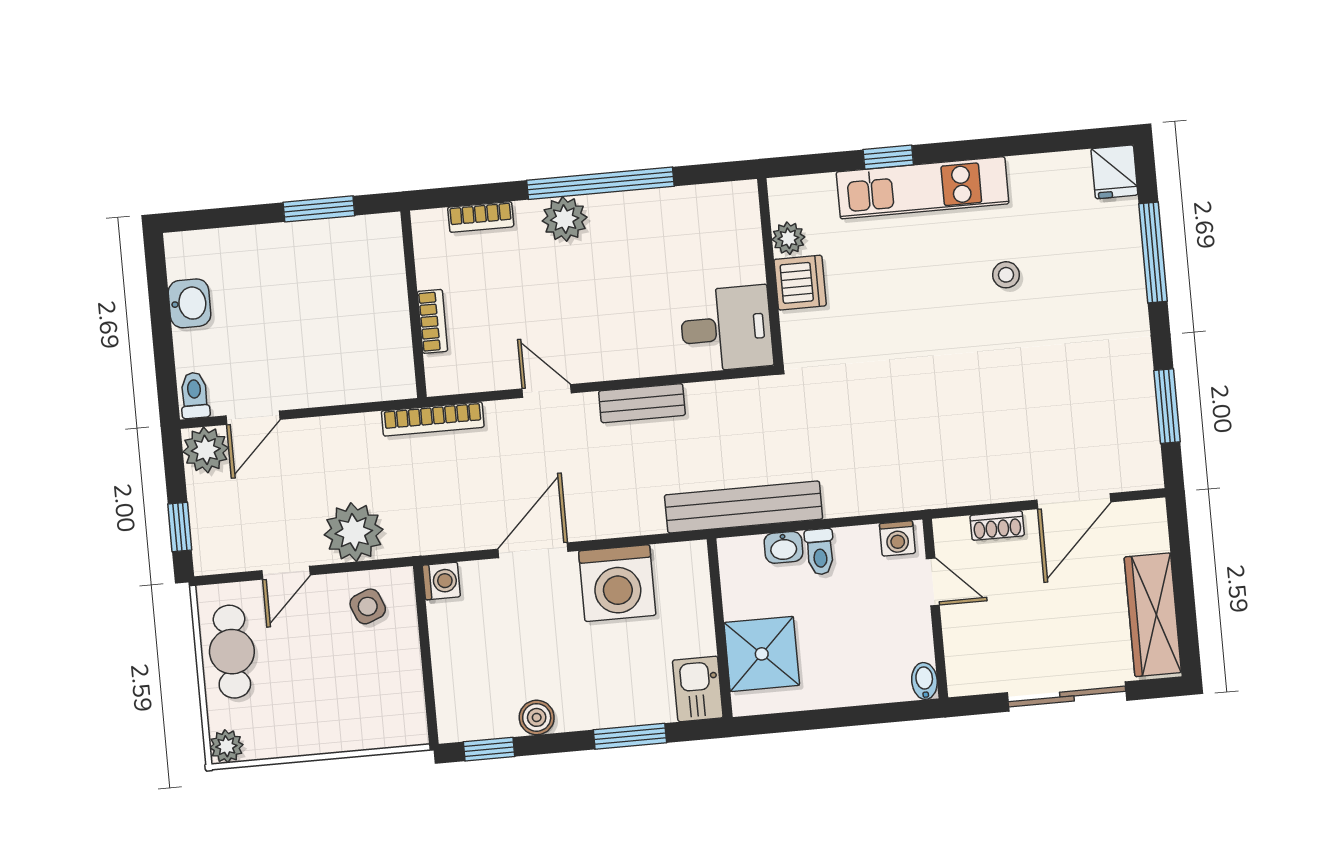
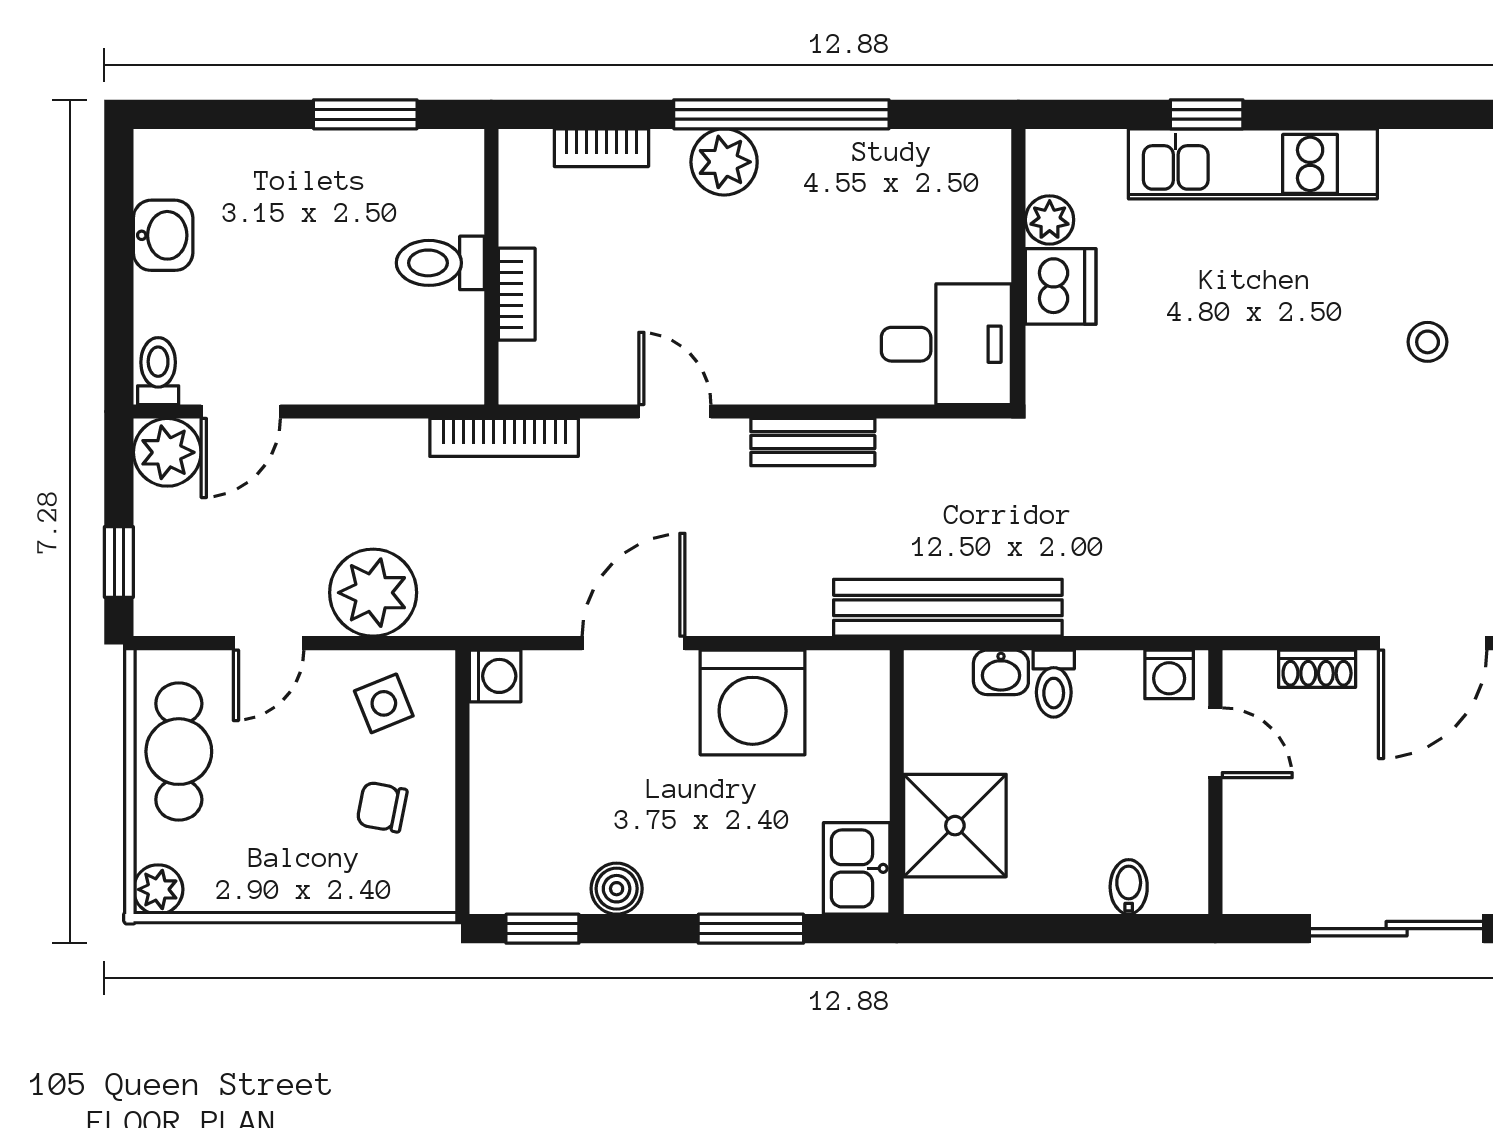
stool: (1006, 275) -> (1428, 342), moved
toilet: (379, 305) -> (440, 263), added
chair: (373, 677) -> (382, 807), added
bidet: (924, 681) -> (1129, 887), moved

